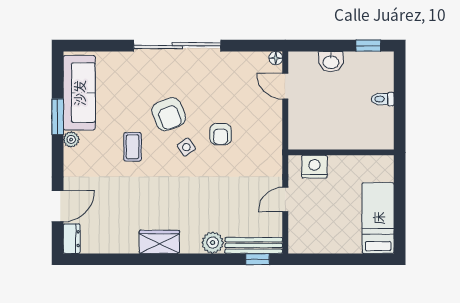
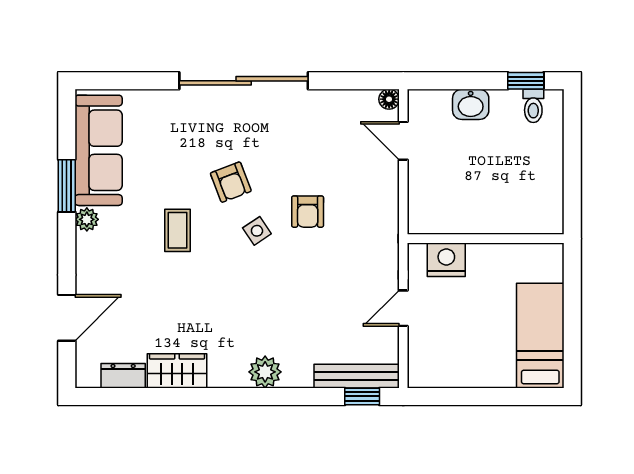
toilet: (383, 99) -> (533, 106), moved, turned -90
armchair: (169, 114) -> (231, 182), width x0.72, depth x0.72
dresser: (72, 239) -> (123, 376), moved, turned -90
wardrobe: (159, 242) -> (177, 371), moved
plant: (213, 243) -> (265, 372), moved

